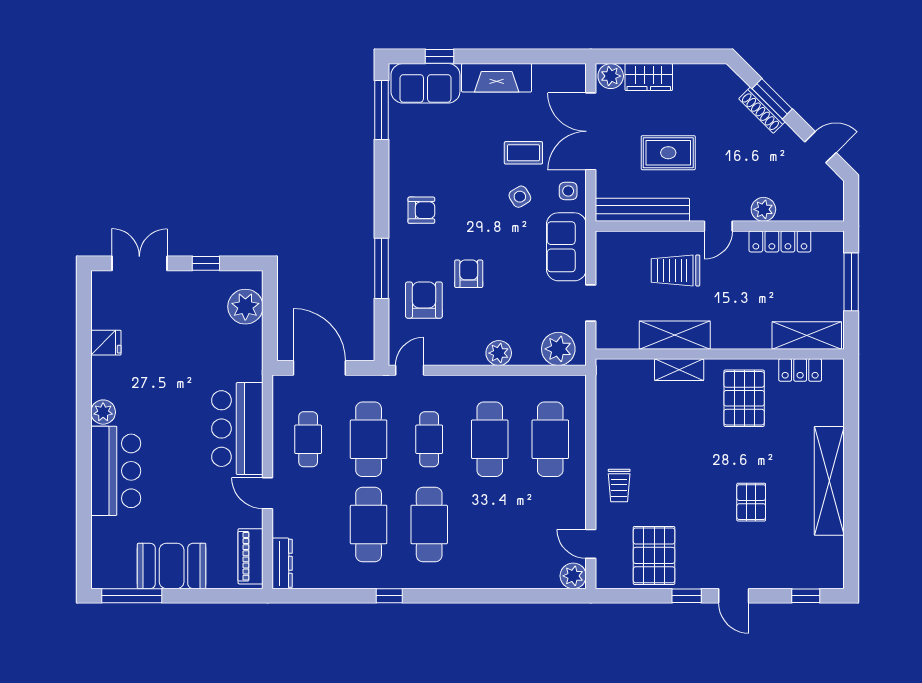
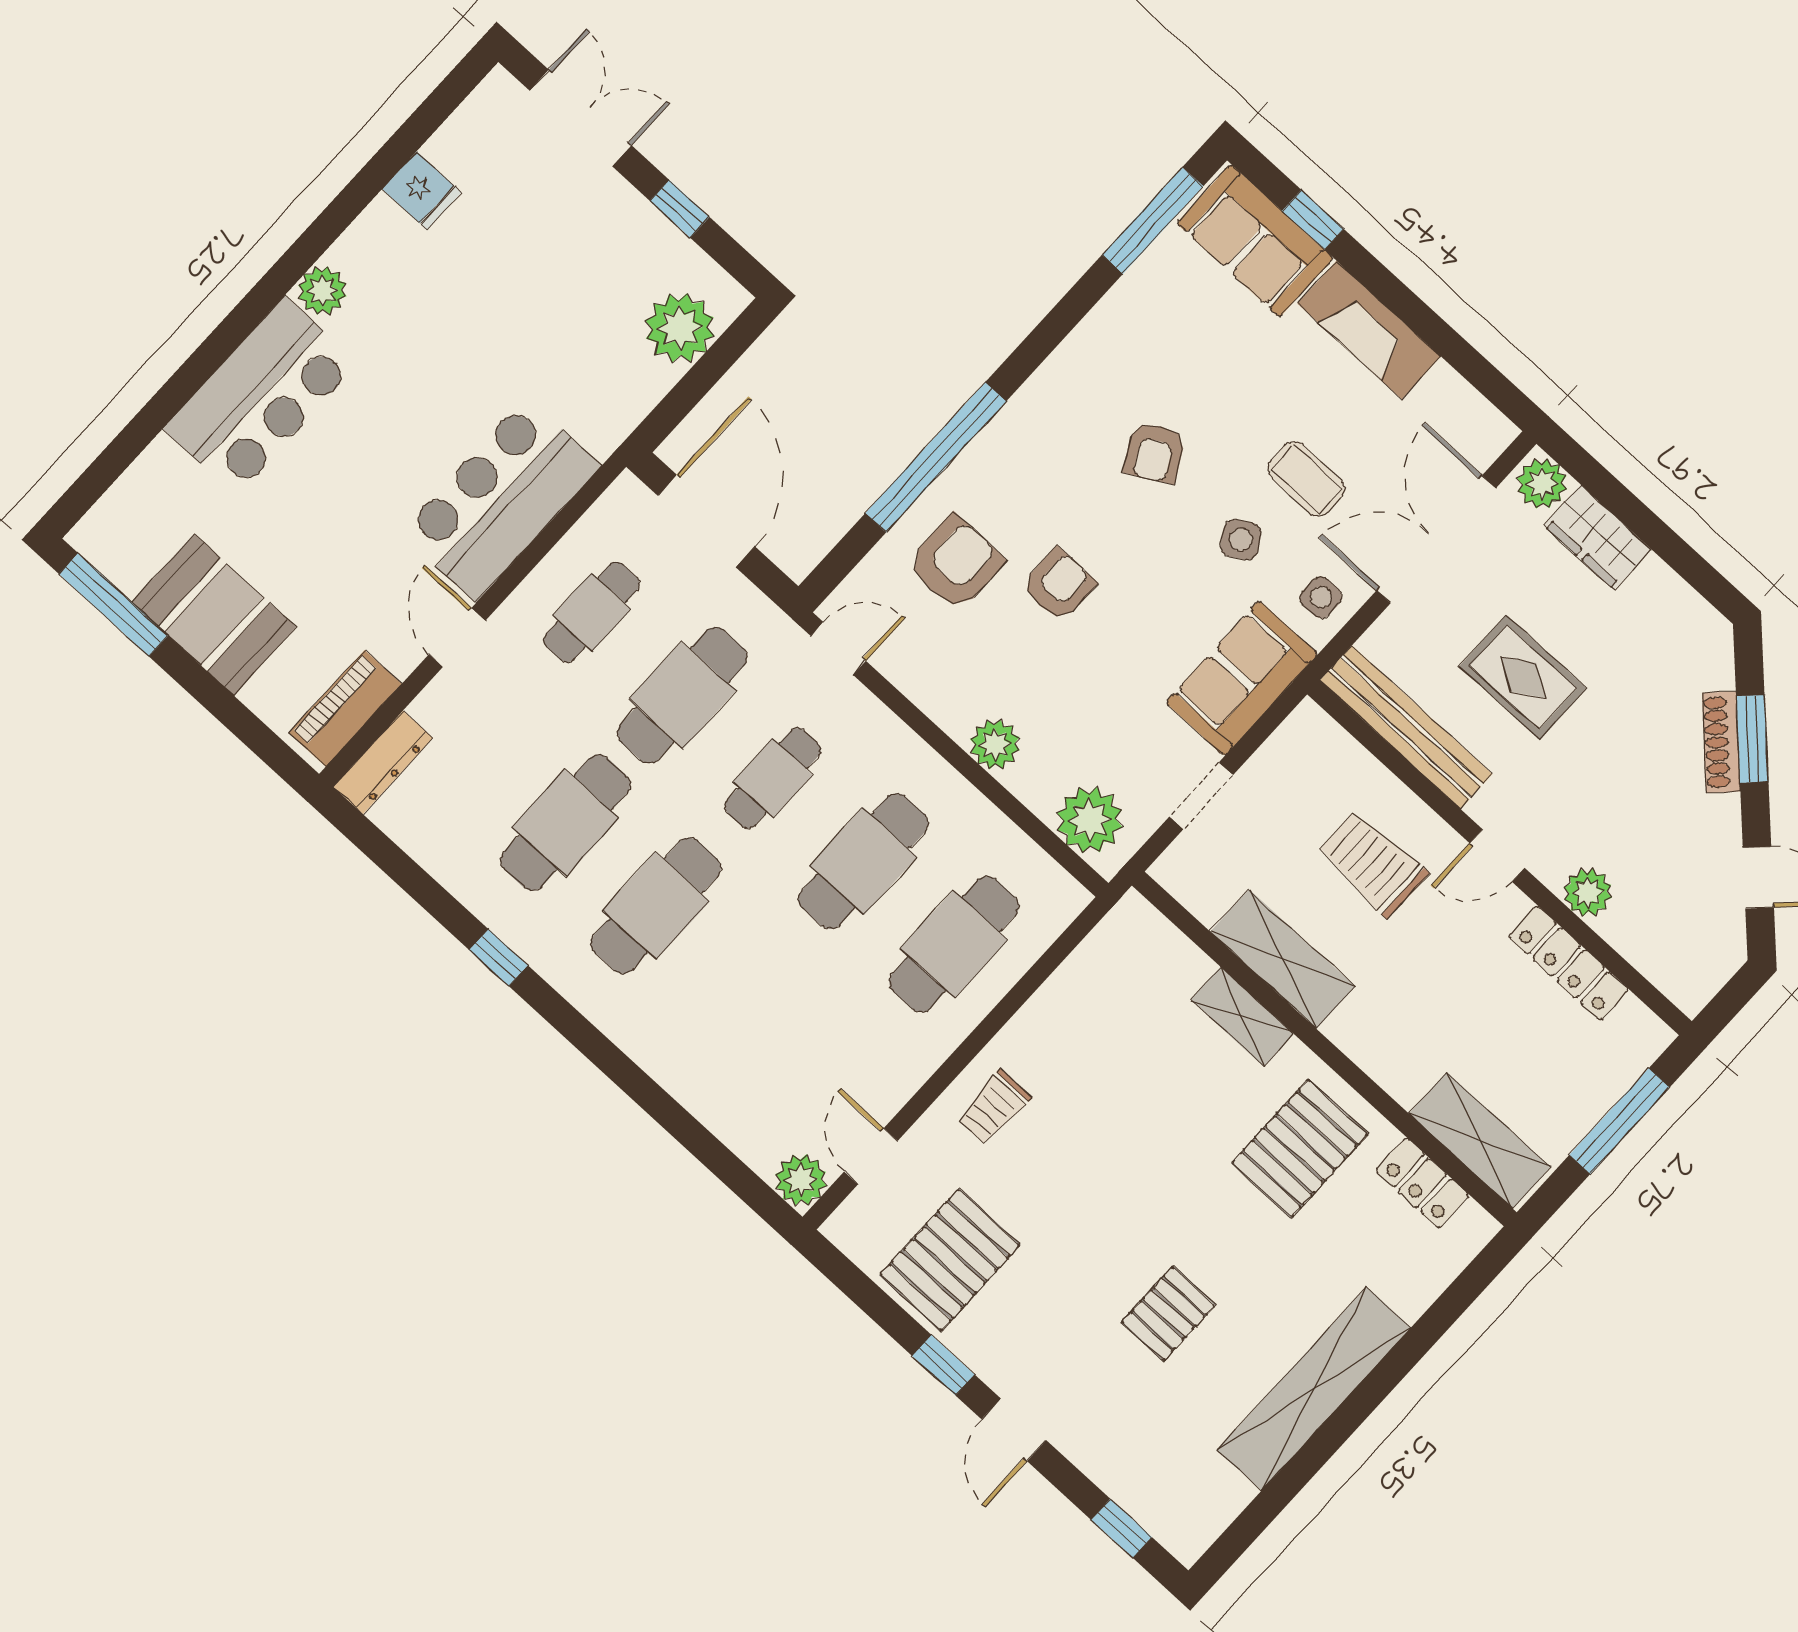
armchair: (421, 210) -> (1155, 452), moved, turned 61
window: (382, 268) -> (936, 457), width x1.46

